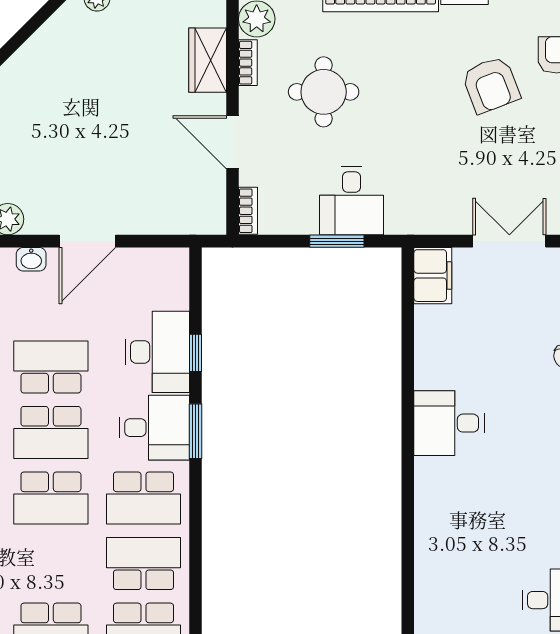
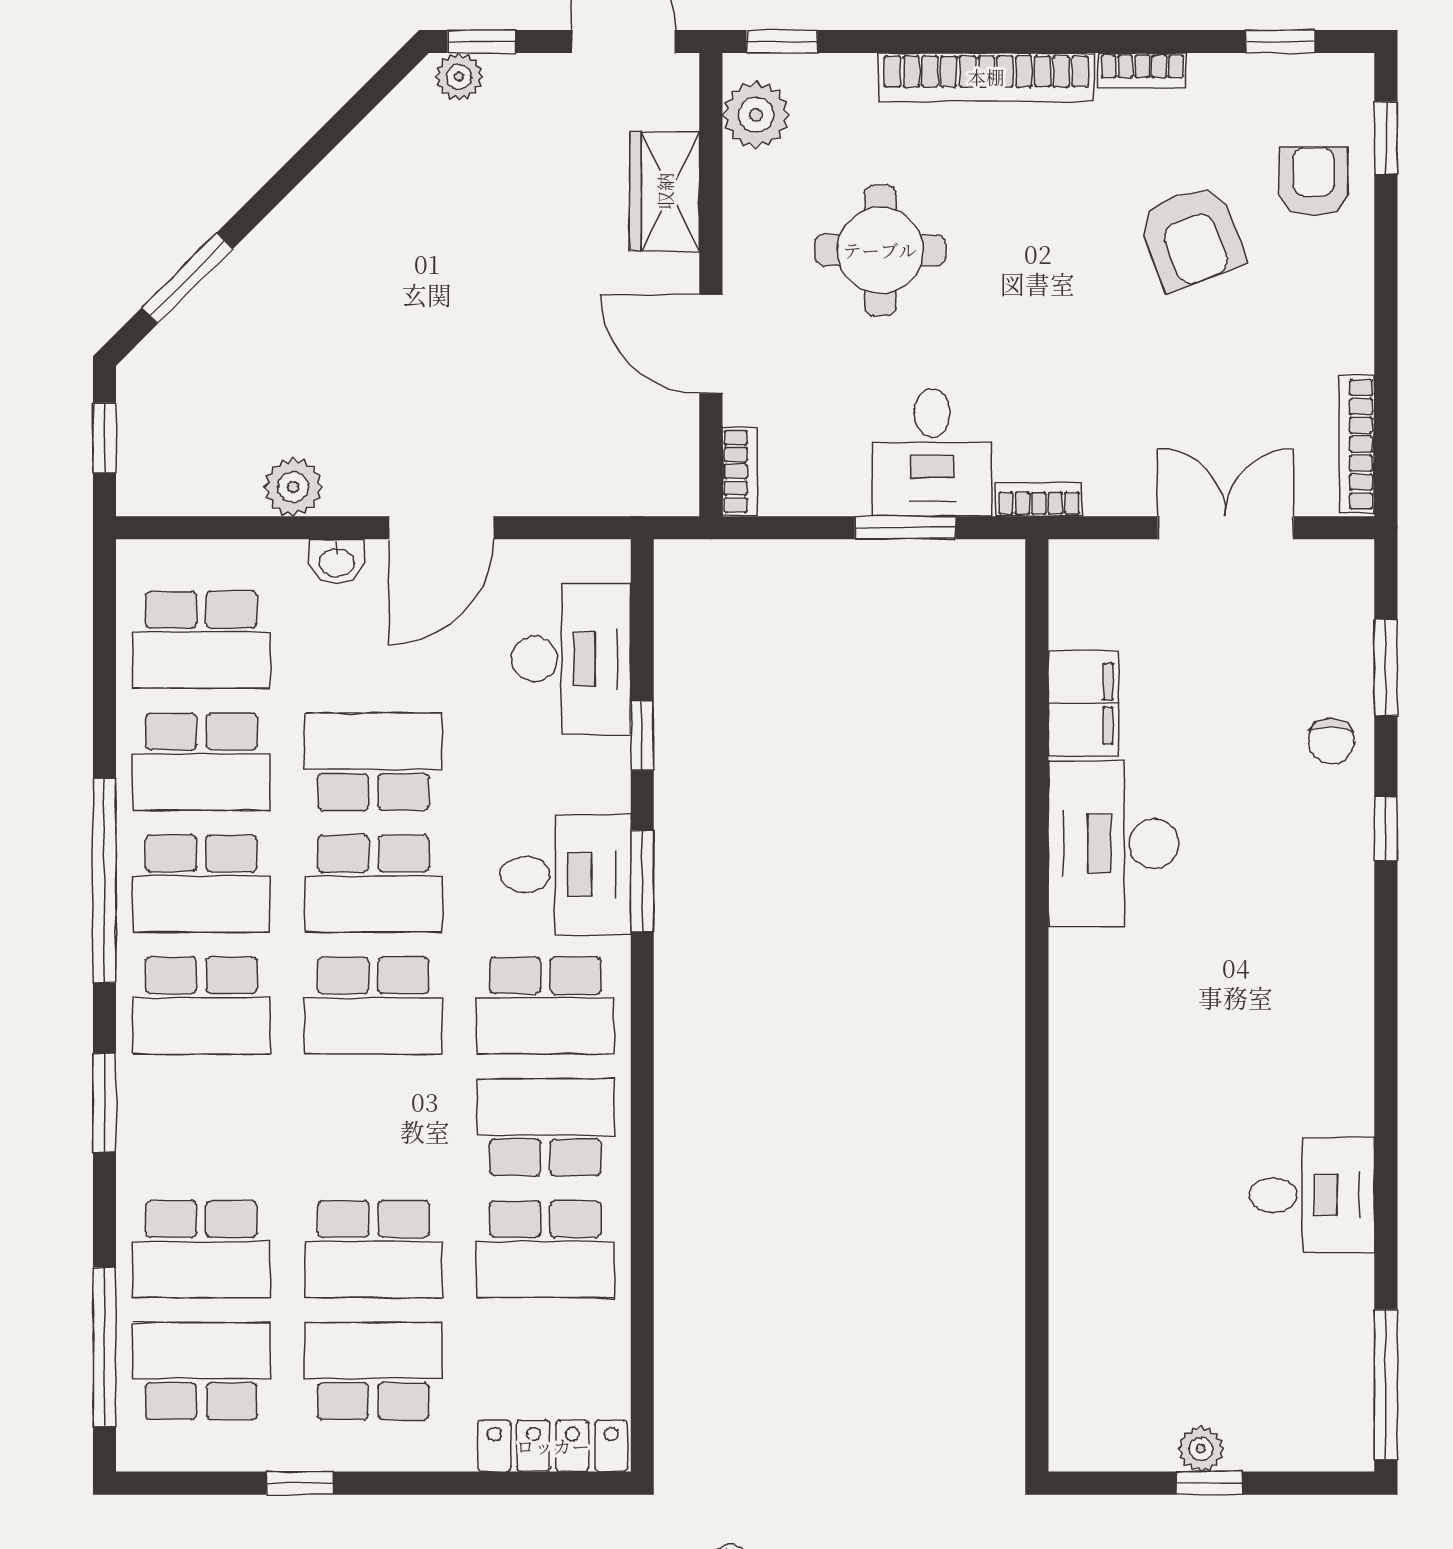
bookcase: (248, 63) -> (1039, 499), moved, turned -90
filing cabinet: (433, 276) -> (1083, 703), moved
desk: (157, 352) -> (571, 659), moved
desk: (449, 423) -> (1114, 844), width x1.37

